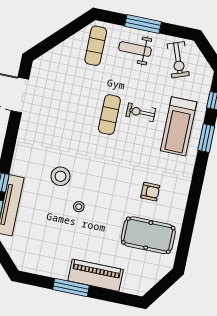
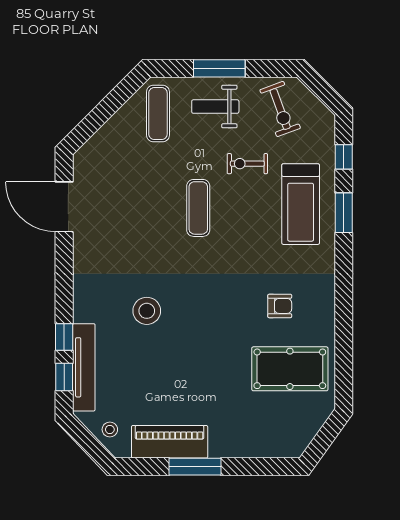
exercise bike: (141, 112) -> (247, 164), moved
stool: (79, 207) -> (110, 429), moved
piano: (96, 275) -> (170, 442), moved

